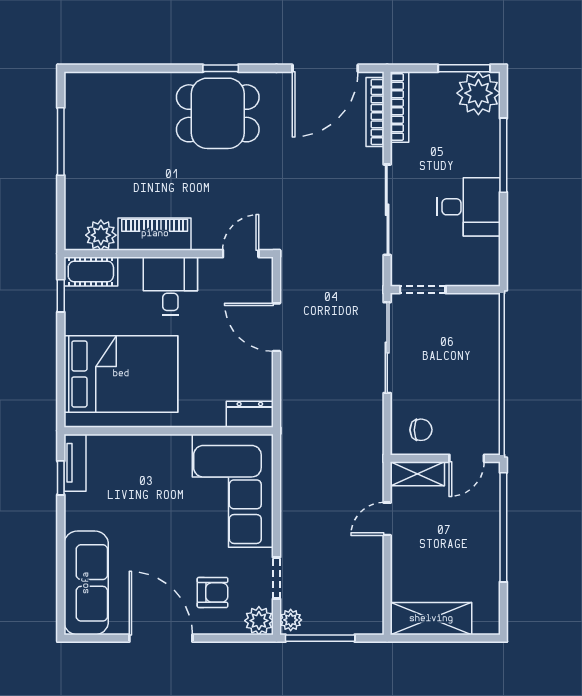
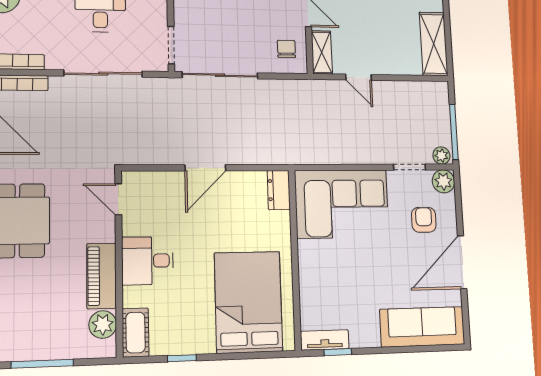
piano: (155, 234) -> (101, 276), moved
plant: (101, 235) -> (103, 325), moved
wall: (169, 254) -> (119, 263), moved
door: (241, 254) -> (118, 199), moved
cot: (91, 272) -> (135, 333), moved
desk: (170, 286) -> (148, 261), moved

